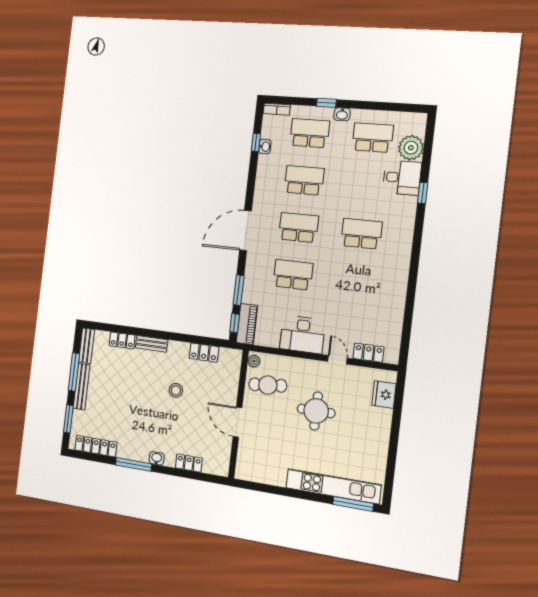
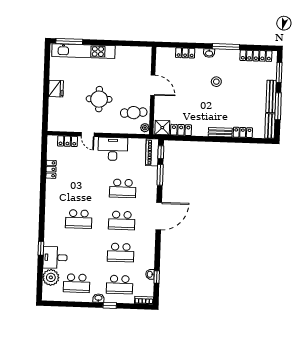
locker: (397, 312) -> (51, 169), added
shower: (230, 359) -> (162, 128), added
stool: (176, 390) -> (216, 82), moved
fridge: (384, 395) -> (56, 89), moved

